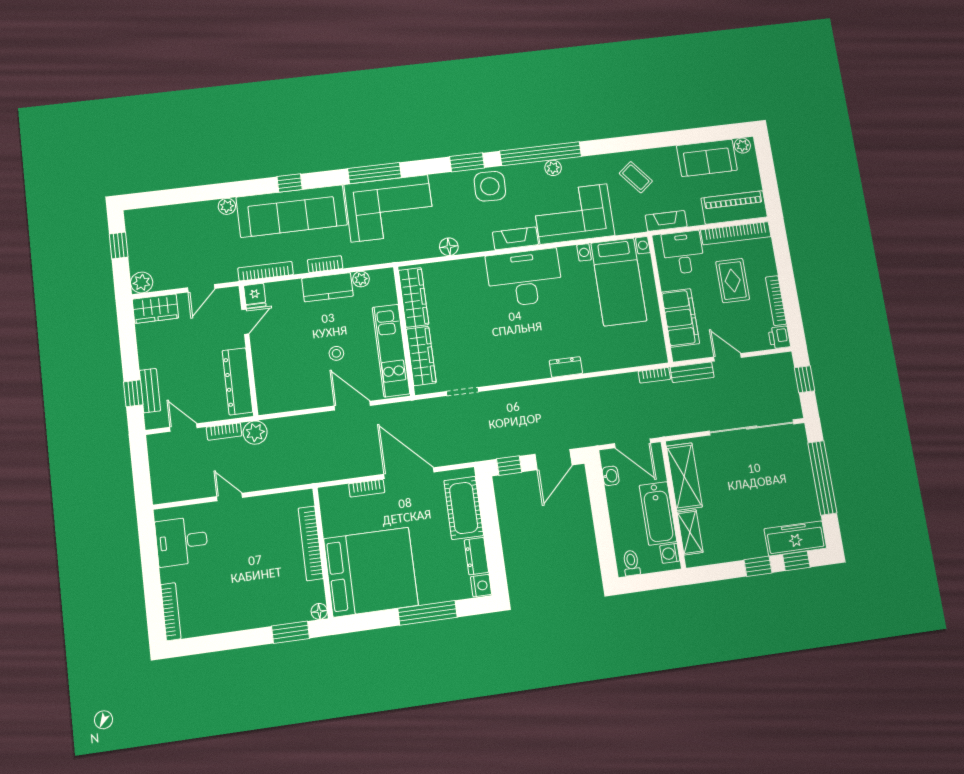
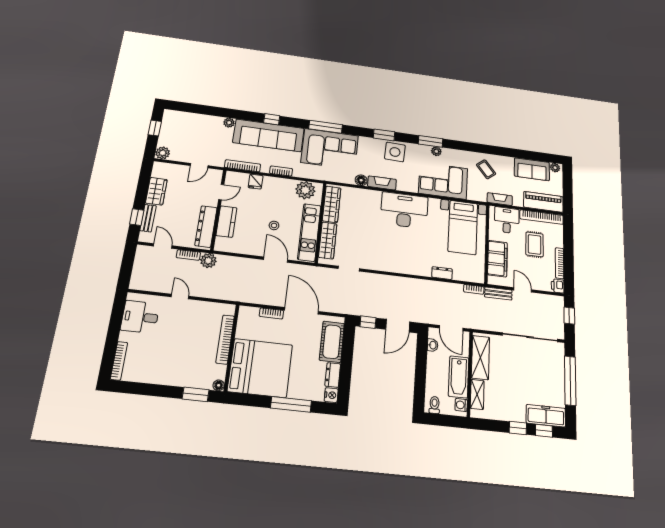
window: (541, 154) -> (430, 141), width x0.47
fireplace: (515, 238) -> (382, 183), moved
plant: (361, 279) -> (305, 190), width x1.87, depth x1.87
kitchen counter: (327, 287) -> (226, 222), moved, turned -90
fridge: (255, 296) -> (256, 182), moved
wardrobe: (155, 309) -> (156, 191), moved, turned -90
dresser: (566, 367) -> (442, 273), moved

